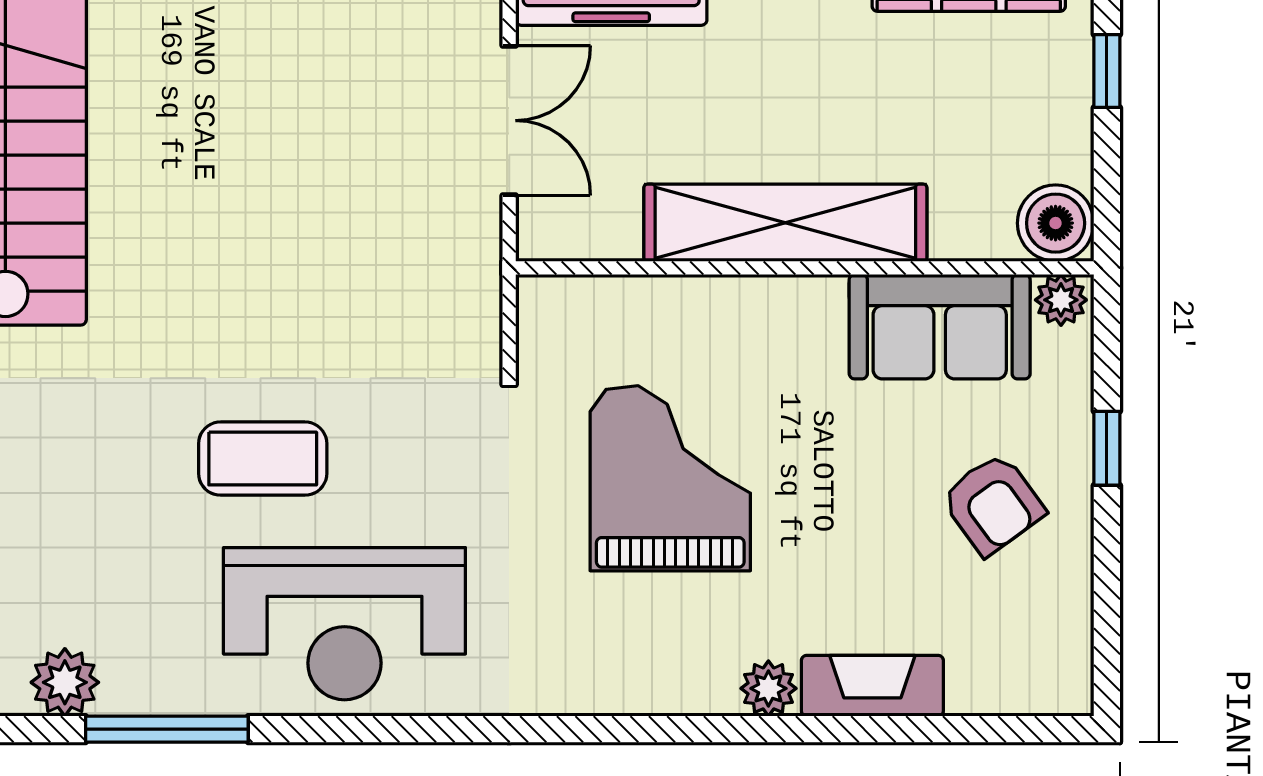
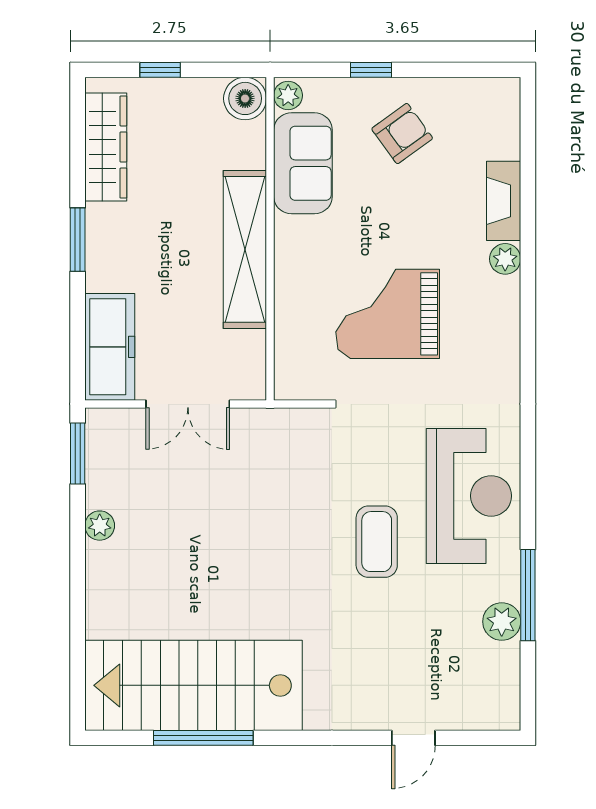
double door: (509, 121) -> (188, 404), swing flipped
plant: (65, 682) -> (502, 622), moved

